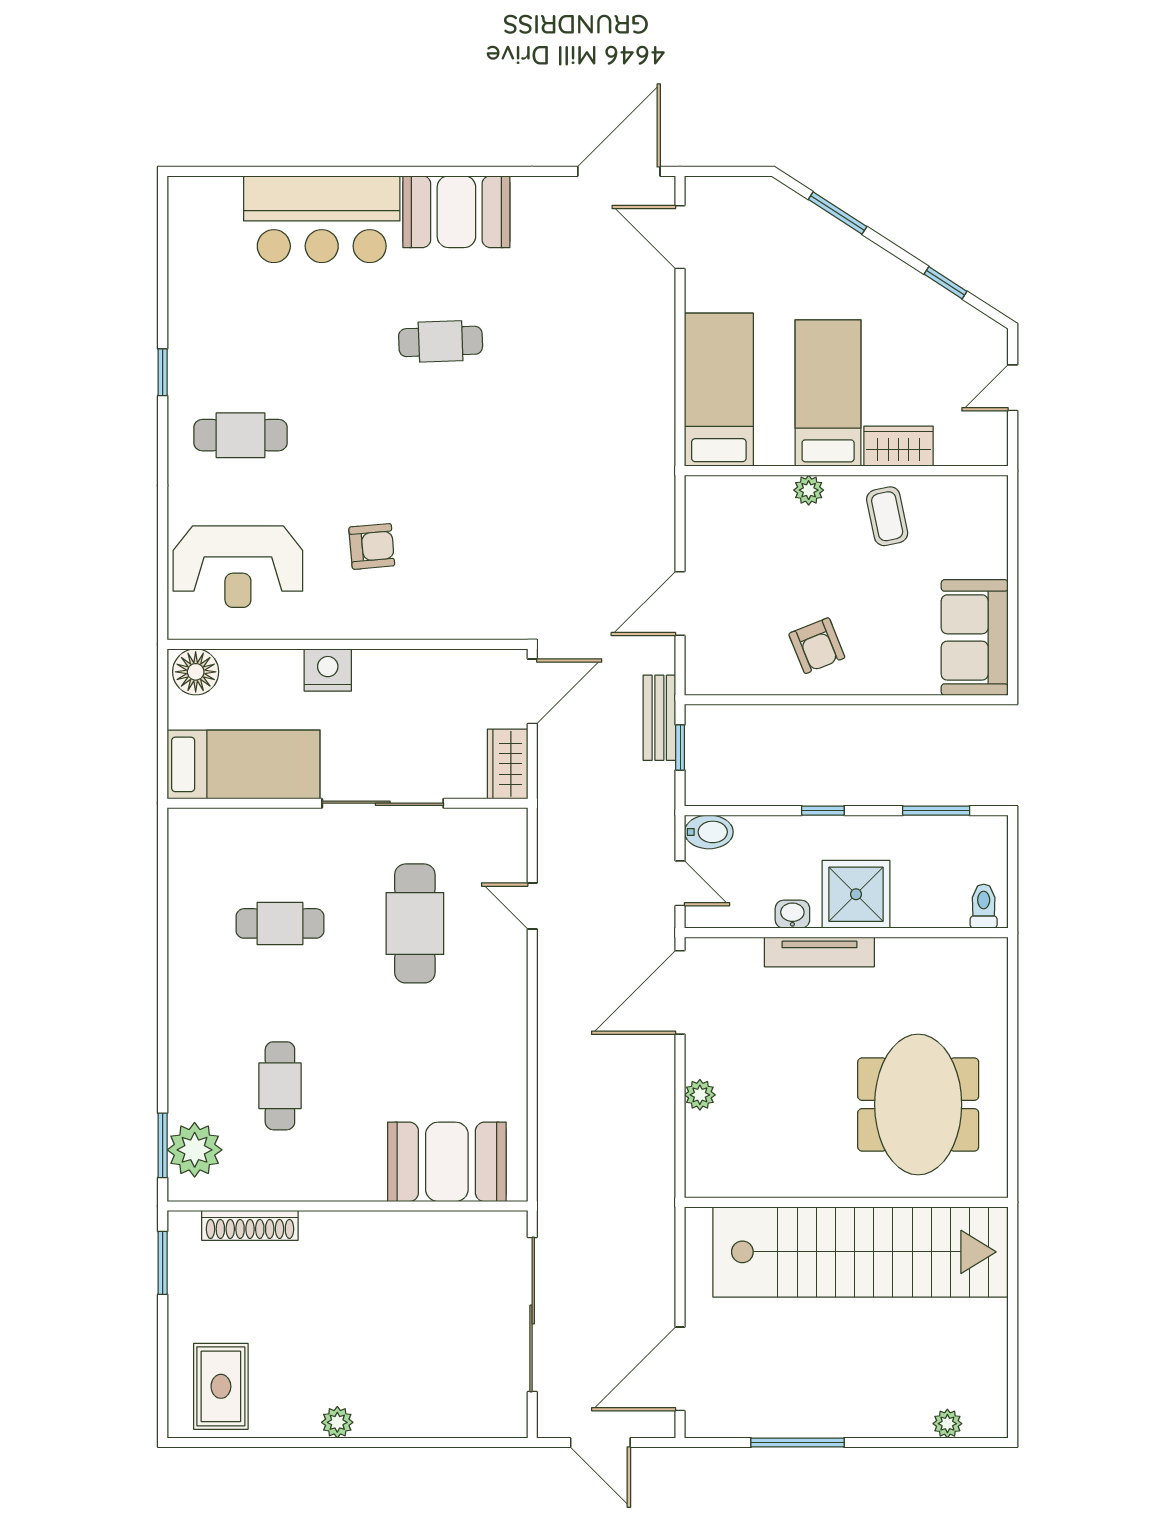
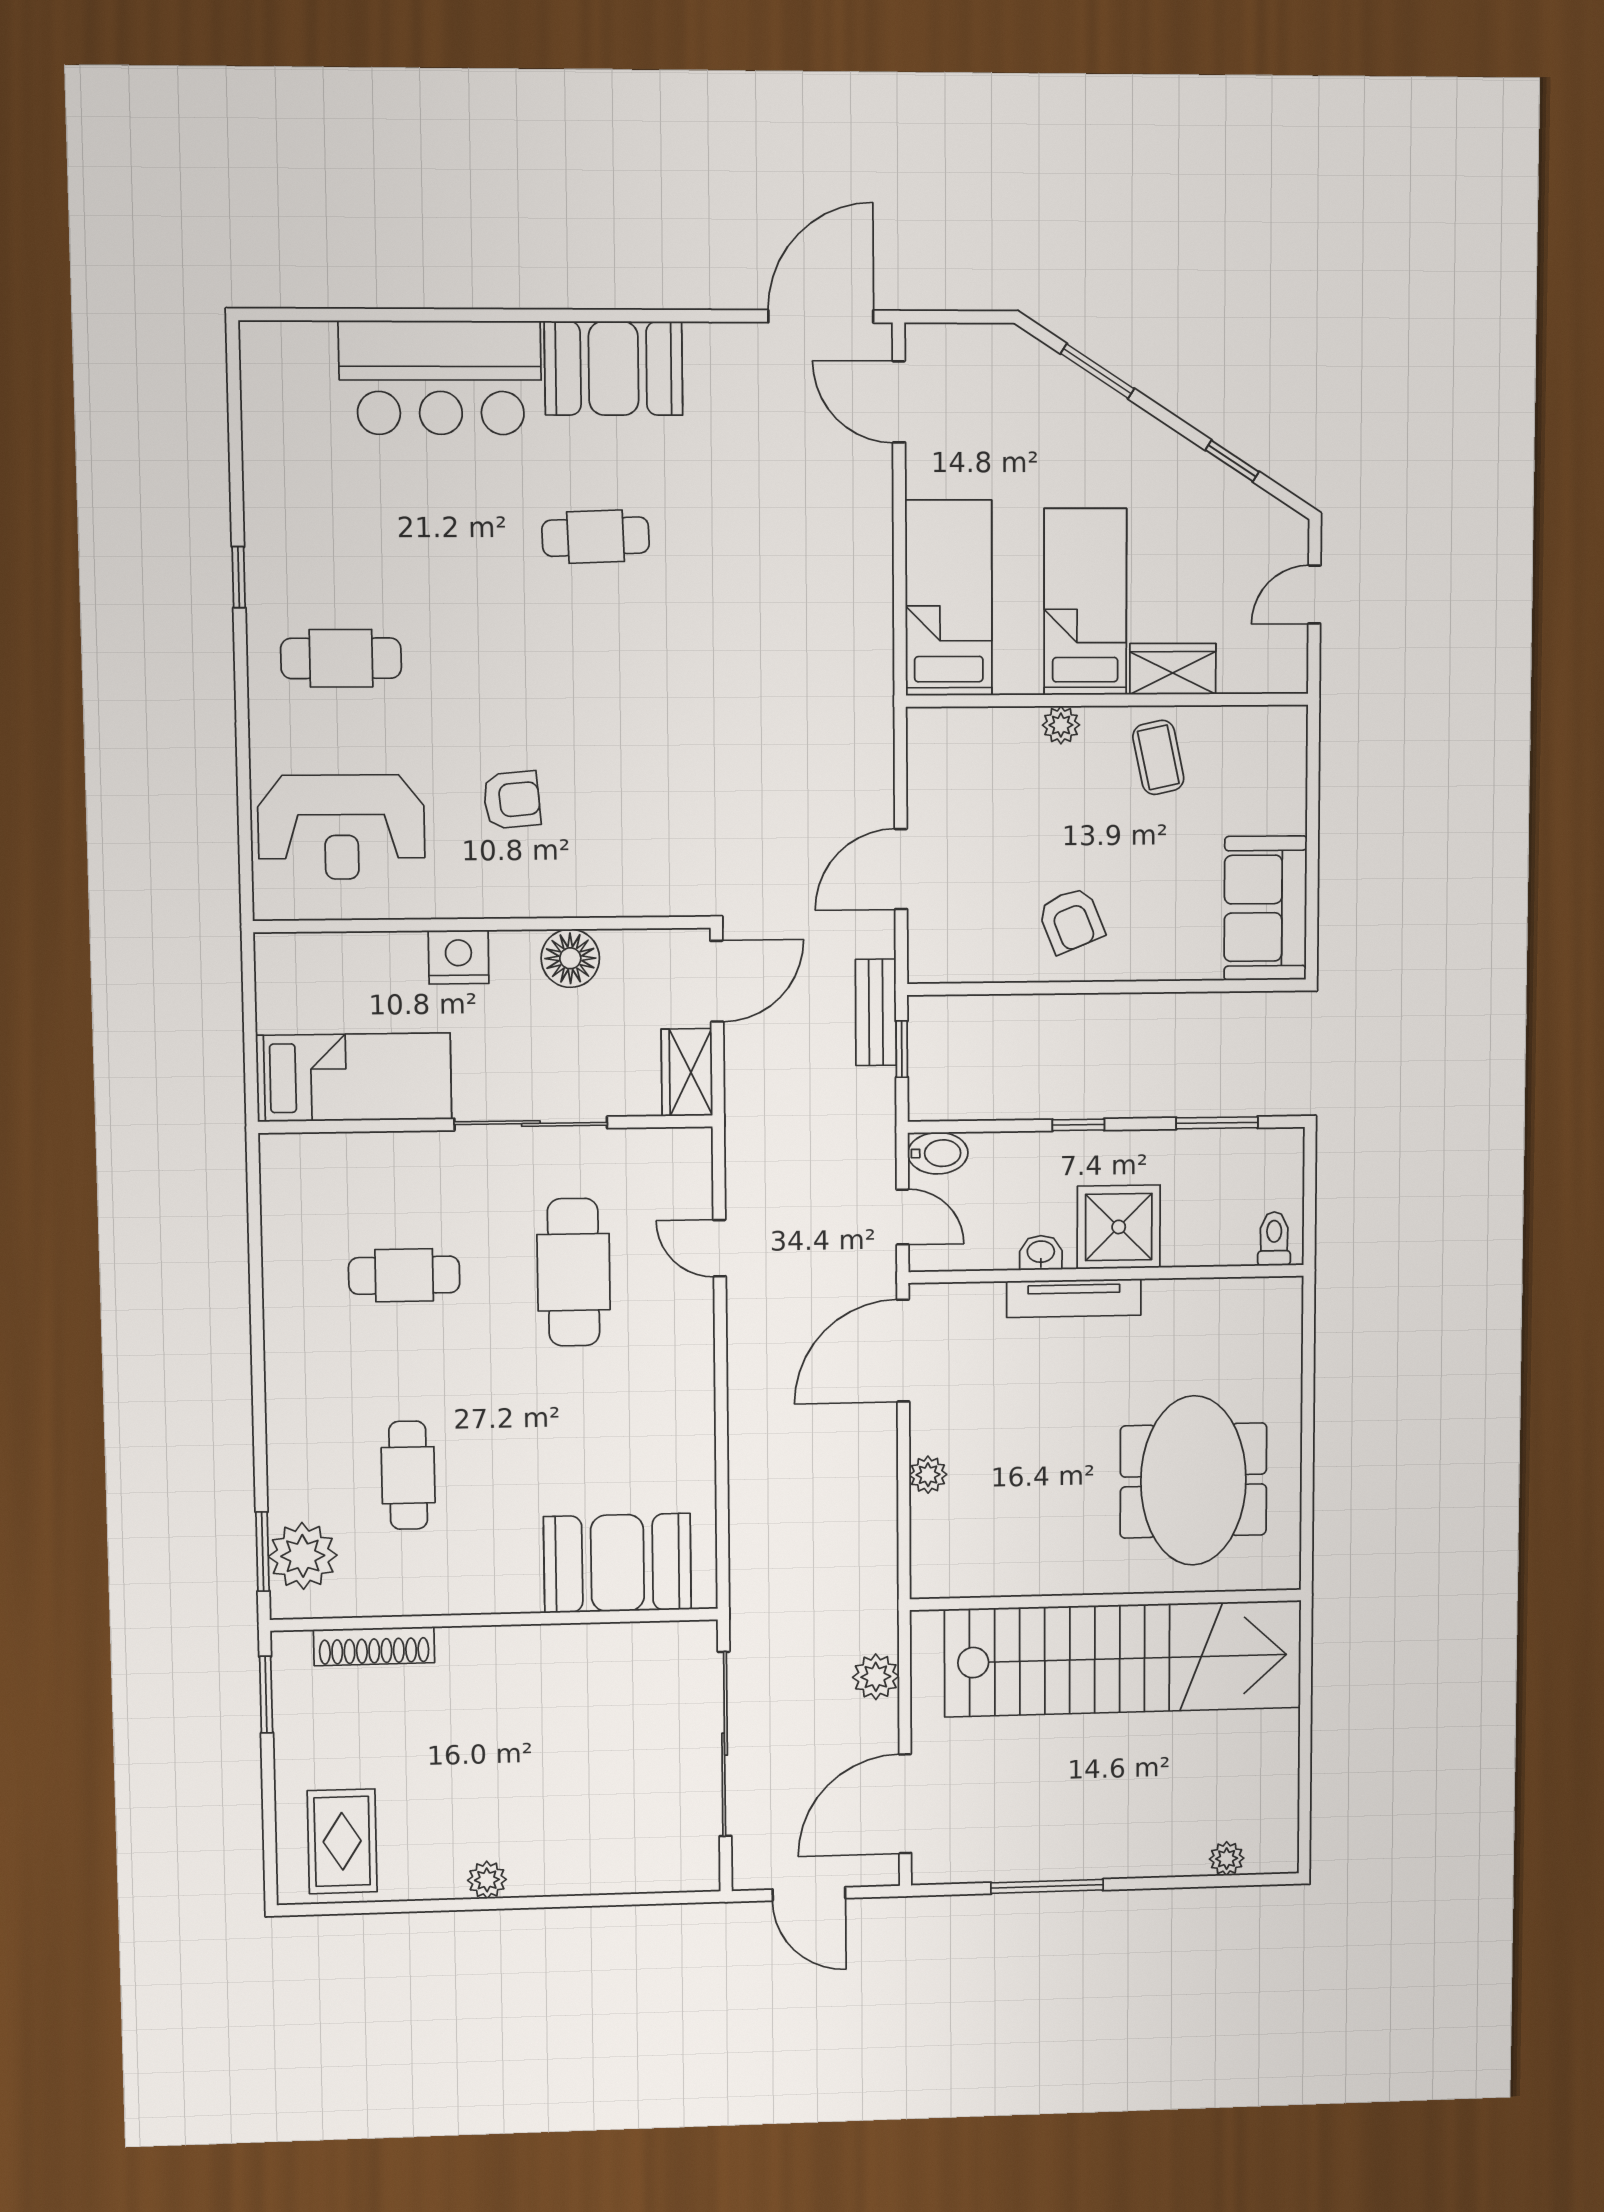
floor lamp: (196, 672) -> (570, 958), moved
plant: (656, 1262) -> (876, 1677), added

